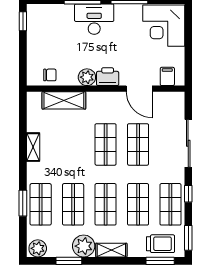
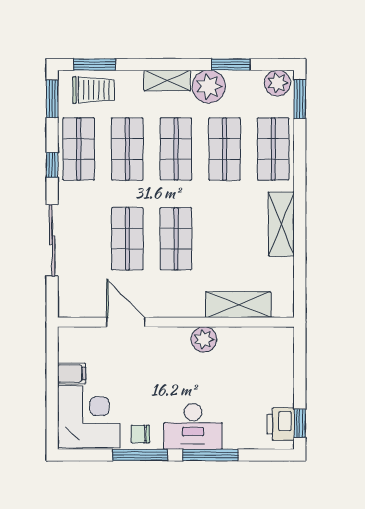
chair: (50, 75) -> (140, 434), moved
filing cabinet: (167, 76) -> (72, 373), moved, turned -90
printer: (108, 77) -> (281, 424), moved, turned 90
shelving: (33, 147) -> (281, 224), width x1.50, depth x1.33
window: (23, 203) -> (300, 99), moved
trolley: (161, 244) -> (94, 90), turned 180

